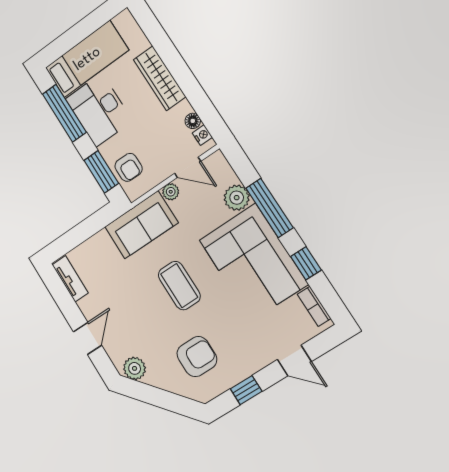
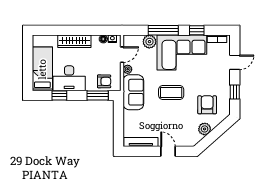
window: (64, 113) -> (59, 95), width x0.46
tv unit: (70, 279) -> (141, 142), width x1.41
plant: (135, 368) -> (205, 129), moved

